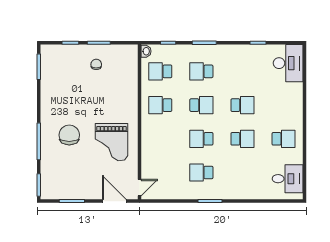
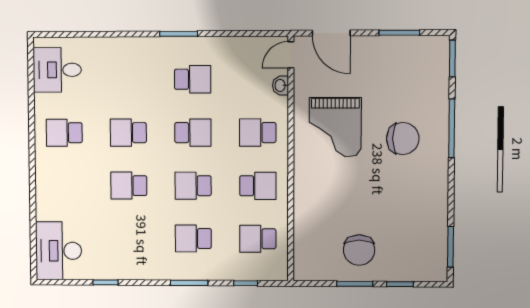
washbasin: (146, 51) -> (281, 85), moved
chair: (96, 64) -> (359, 250), width x1.87, depth x1.87
school desk: (160, 71) -> (258, 239), turned 180
school desk: (201, 71) -> (193, 238), turned 180
chair: (69, 135) -> (403, 139), turned -90
school desk: (160, 139) -> (258, 133), added
grand piano: (112, 142) -> (335, 127), turned 180

